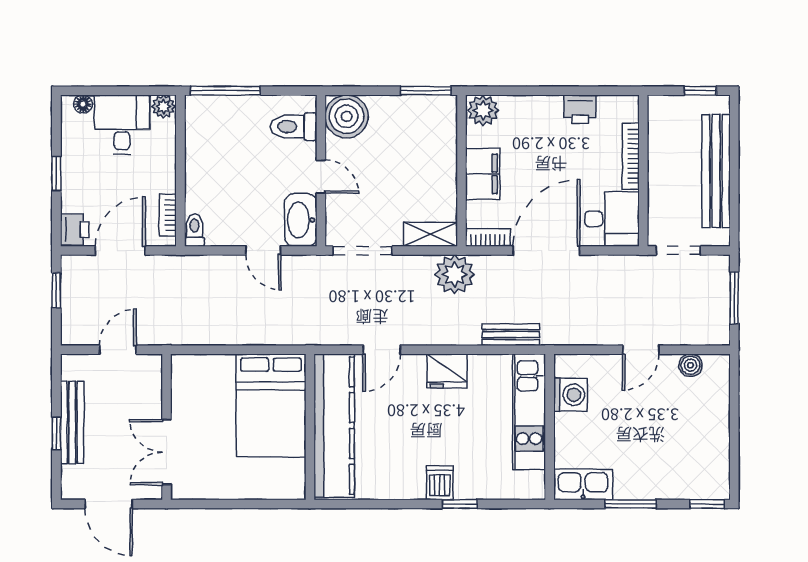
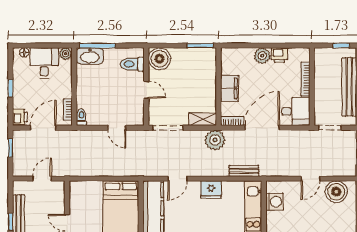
plant: (483, 110) -> (262, 56), moved
washbasin: (301, 220) -> (90, 56), moved, turned -90
boiler: (691, 365) -> (336, 192), width x1.86, depth x1.86

